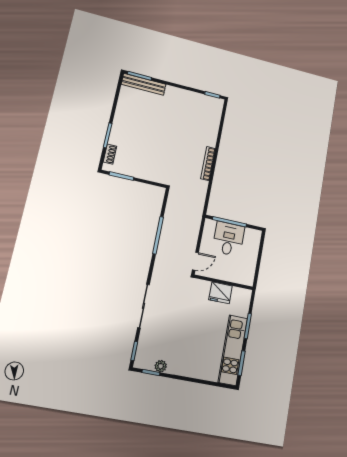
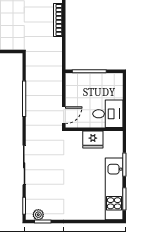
desk: (228, 239) -> (108, 114), moved, turned 90
plant: (161, 366) -> (38, 215), moved

